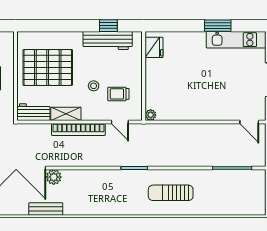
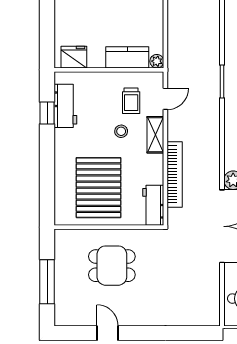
workbench: (108, 40) -> (65, 106), width x0.73
kitchen counter: (154, 91) -> (127, 57), added
shelving: (66, 114) -> (155, 135), moved
bookcase: (78, 129) -> (175, 174), moved

